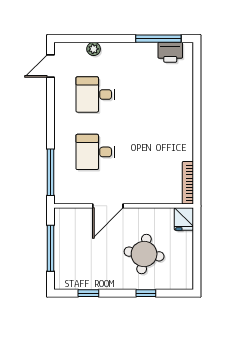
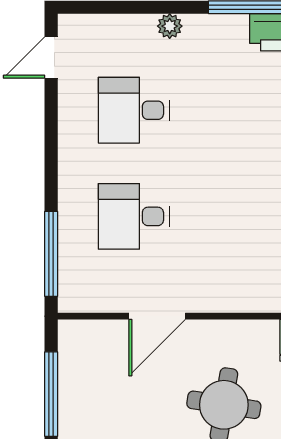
plant: (94, 49) -> (170, 26), moved

